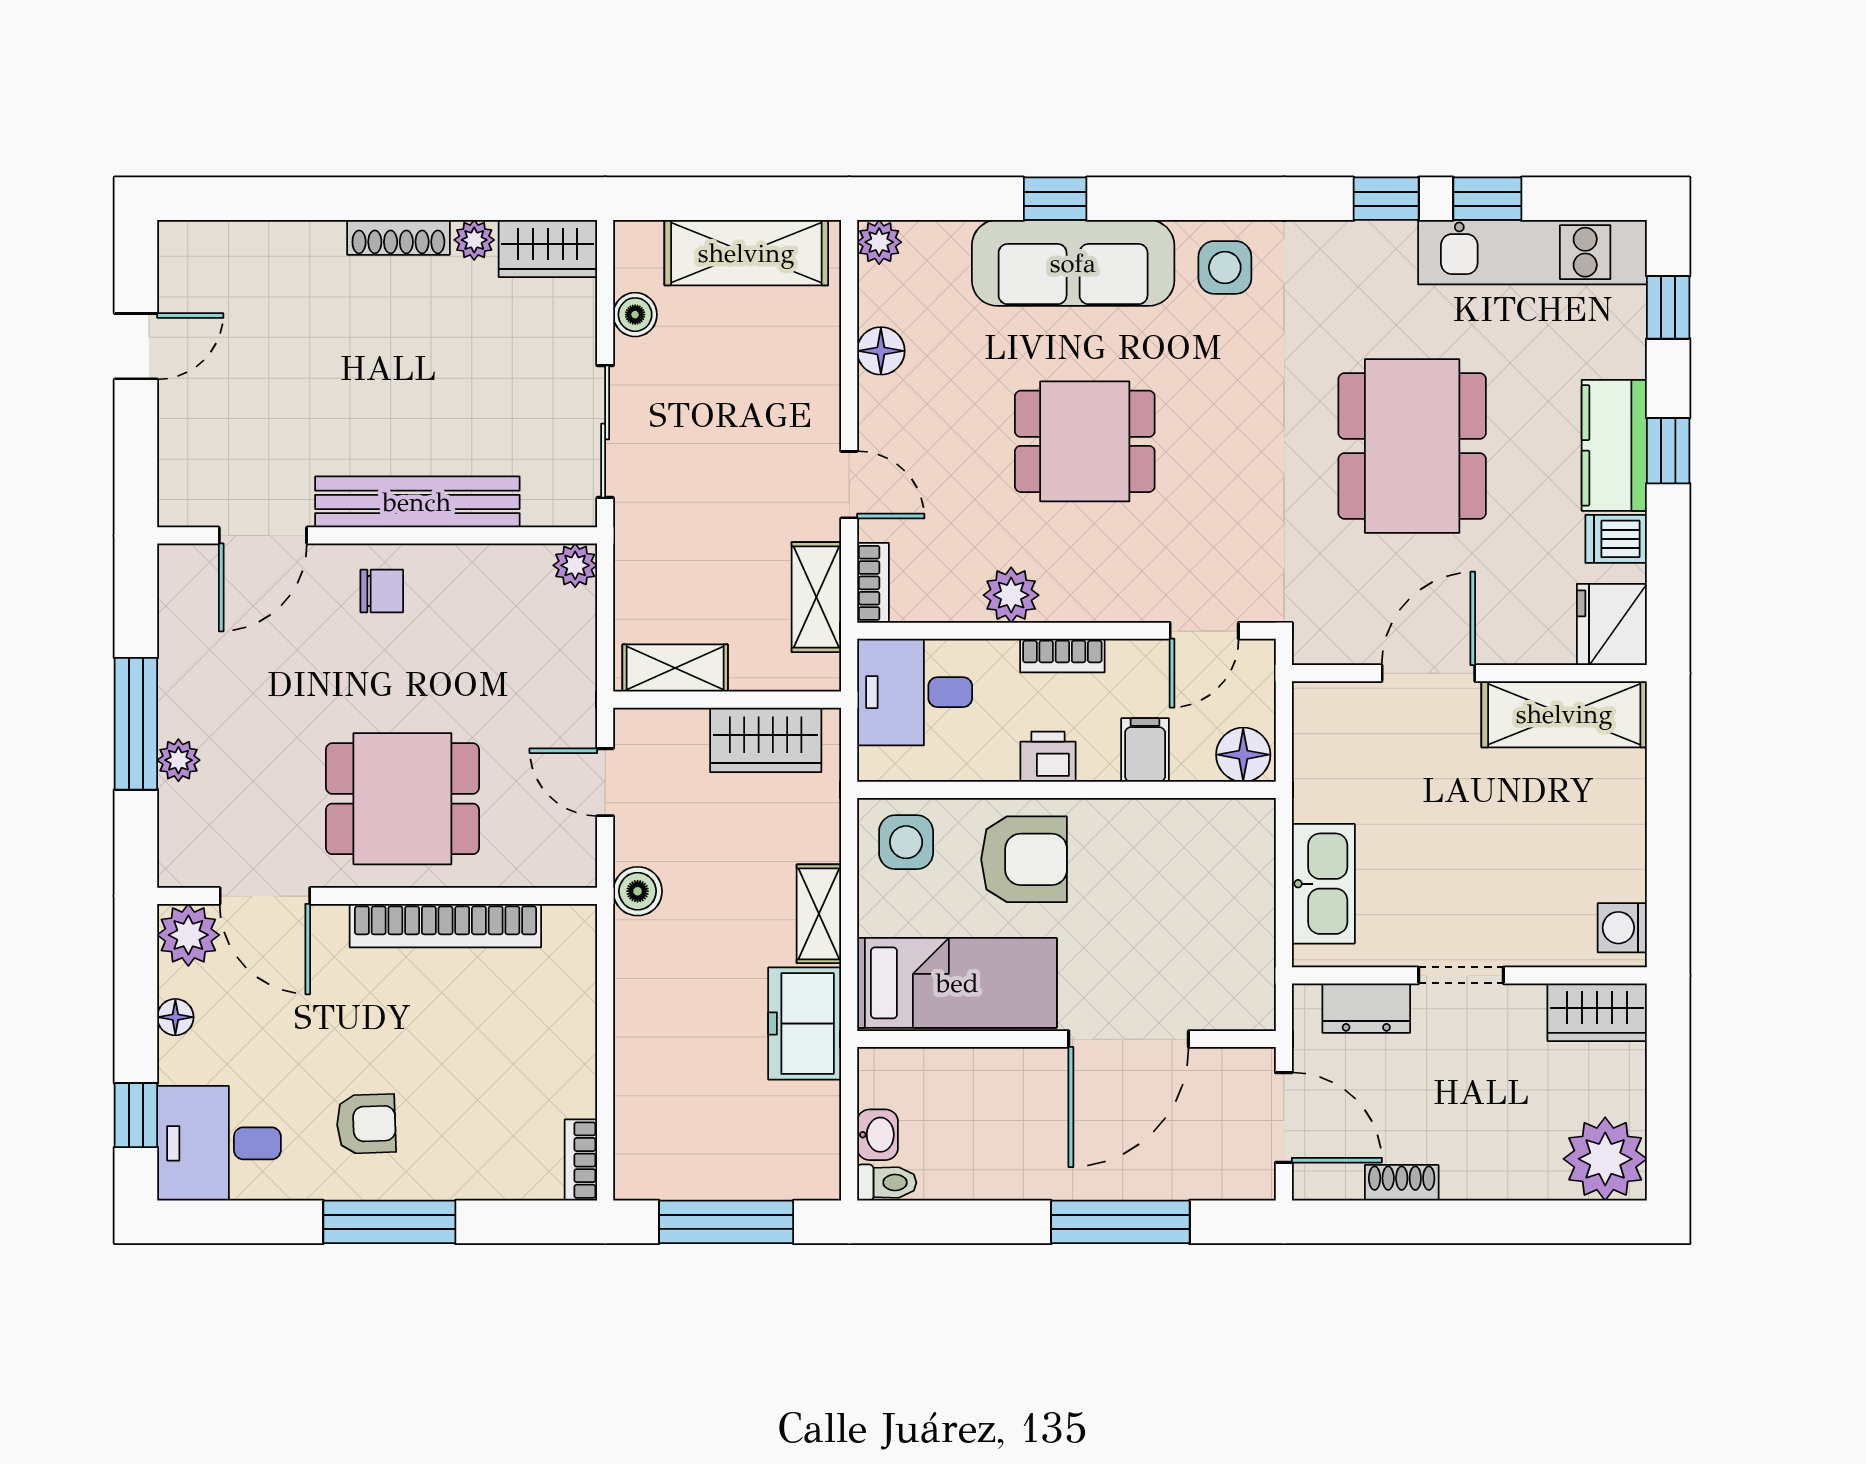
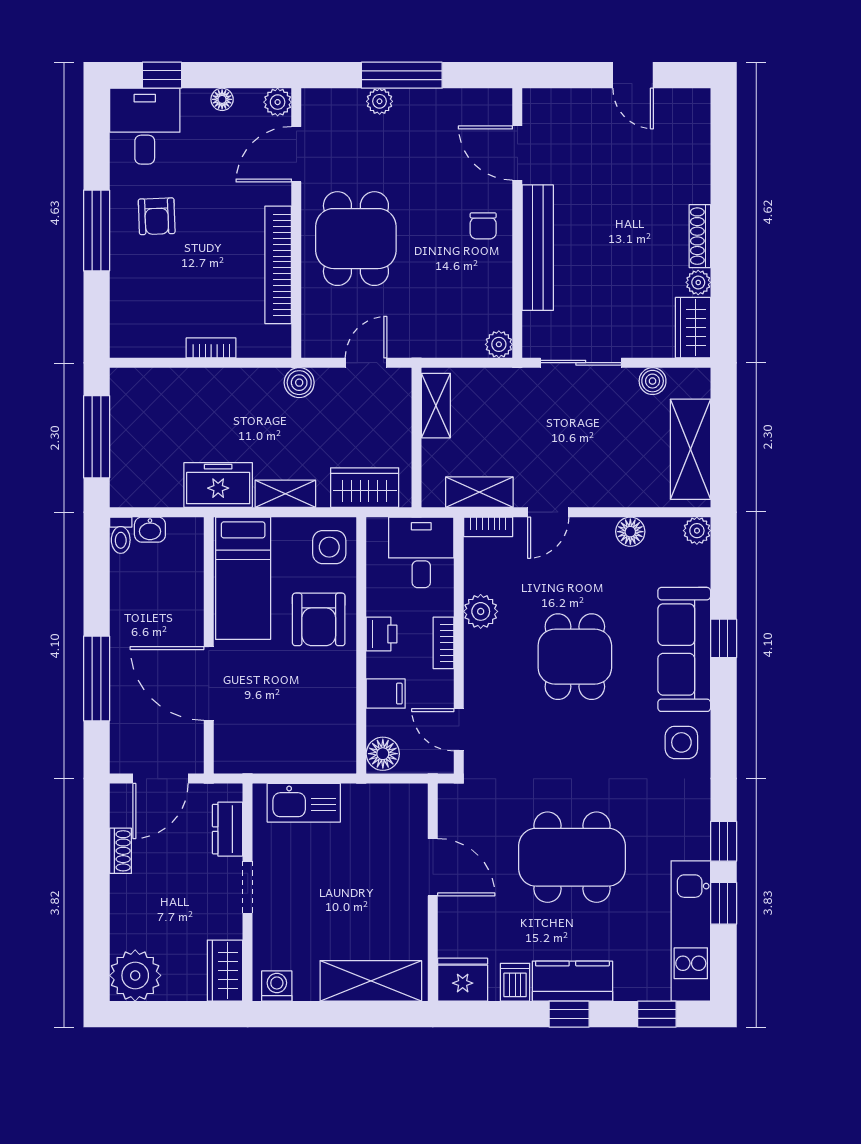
shelving: (1564, 714) -> (371, 981), moved, turned 90
wardrobe: (766, 740) -> (365, 488), moved, turned 90
plant: (188, 935) -> (278, 102), width x0.73, depth x0.73
bookcase: (581, 1160) -> (211, 348), moved

